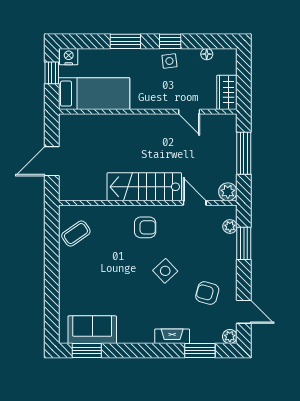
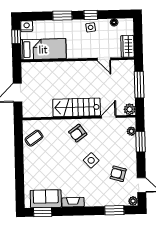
door: (195, 203) -> (109, 117), hinge flipped
armchair: (145, 227) -> (78, 133), turned 144
fireplace: (172, 336) -> (73, 202), moved

